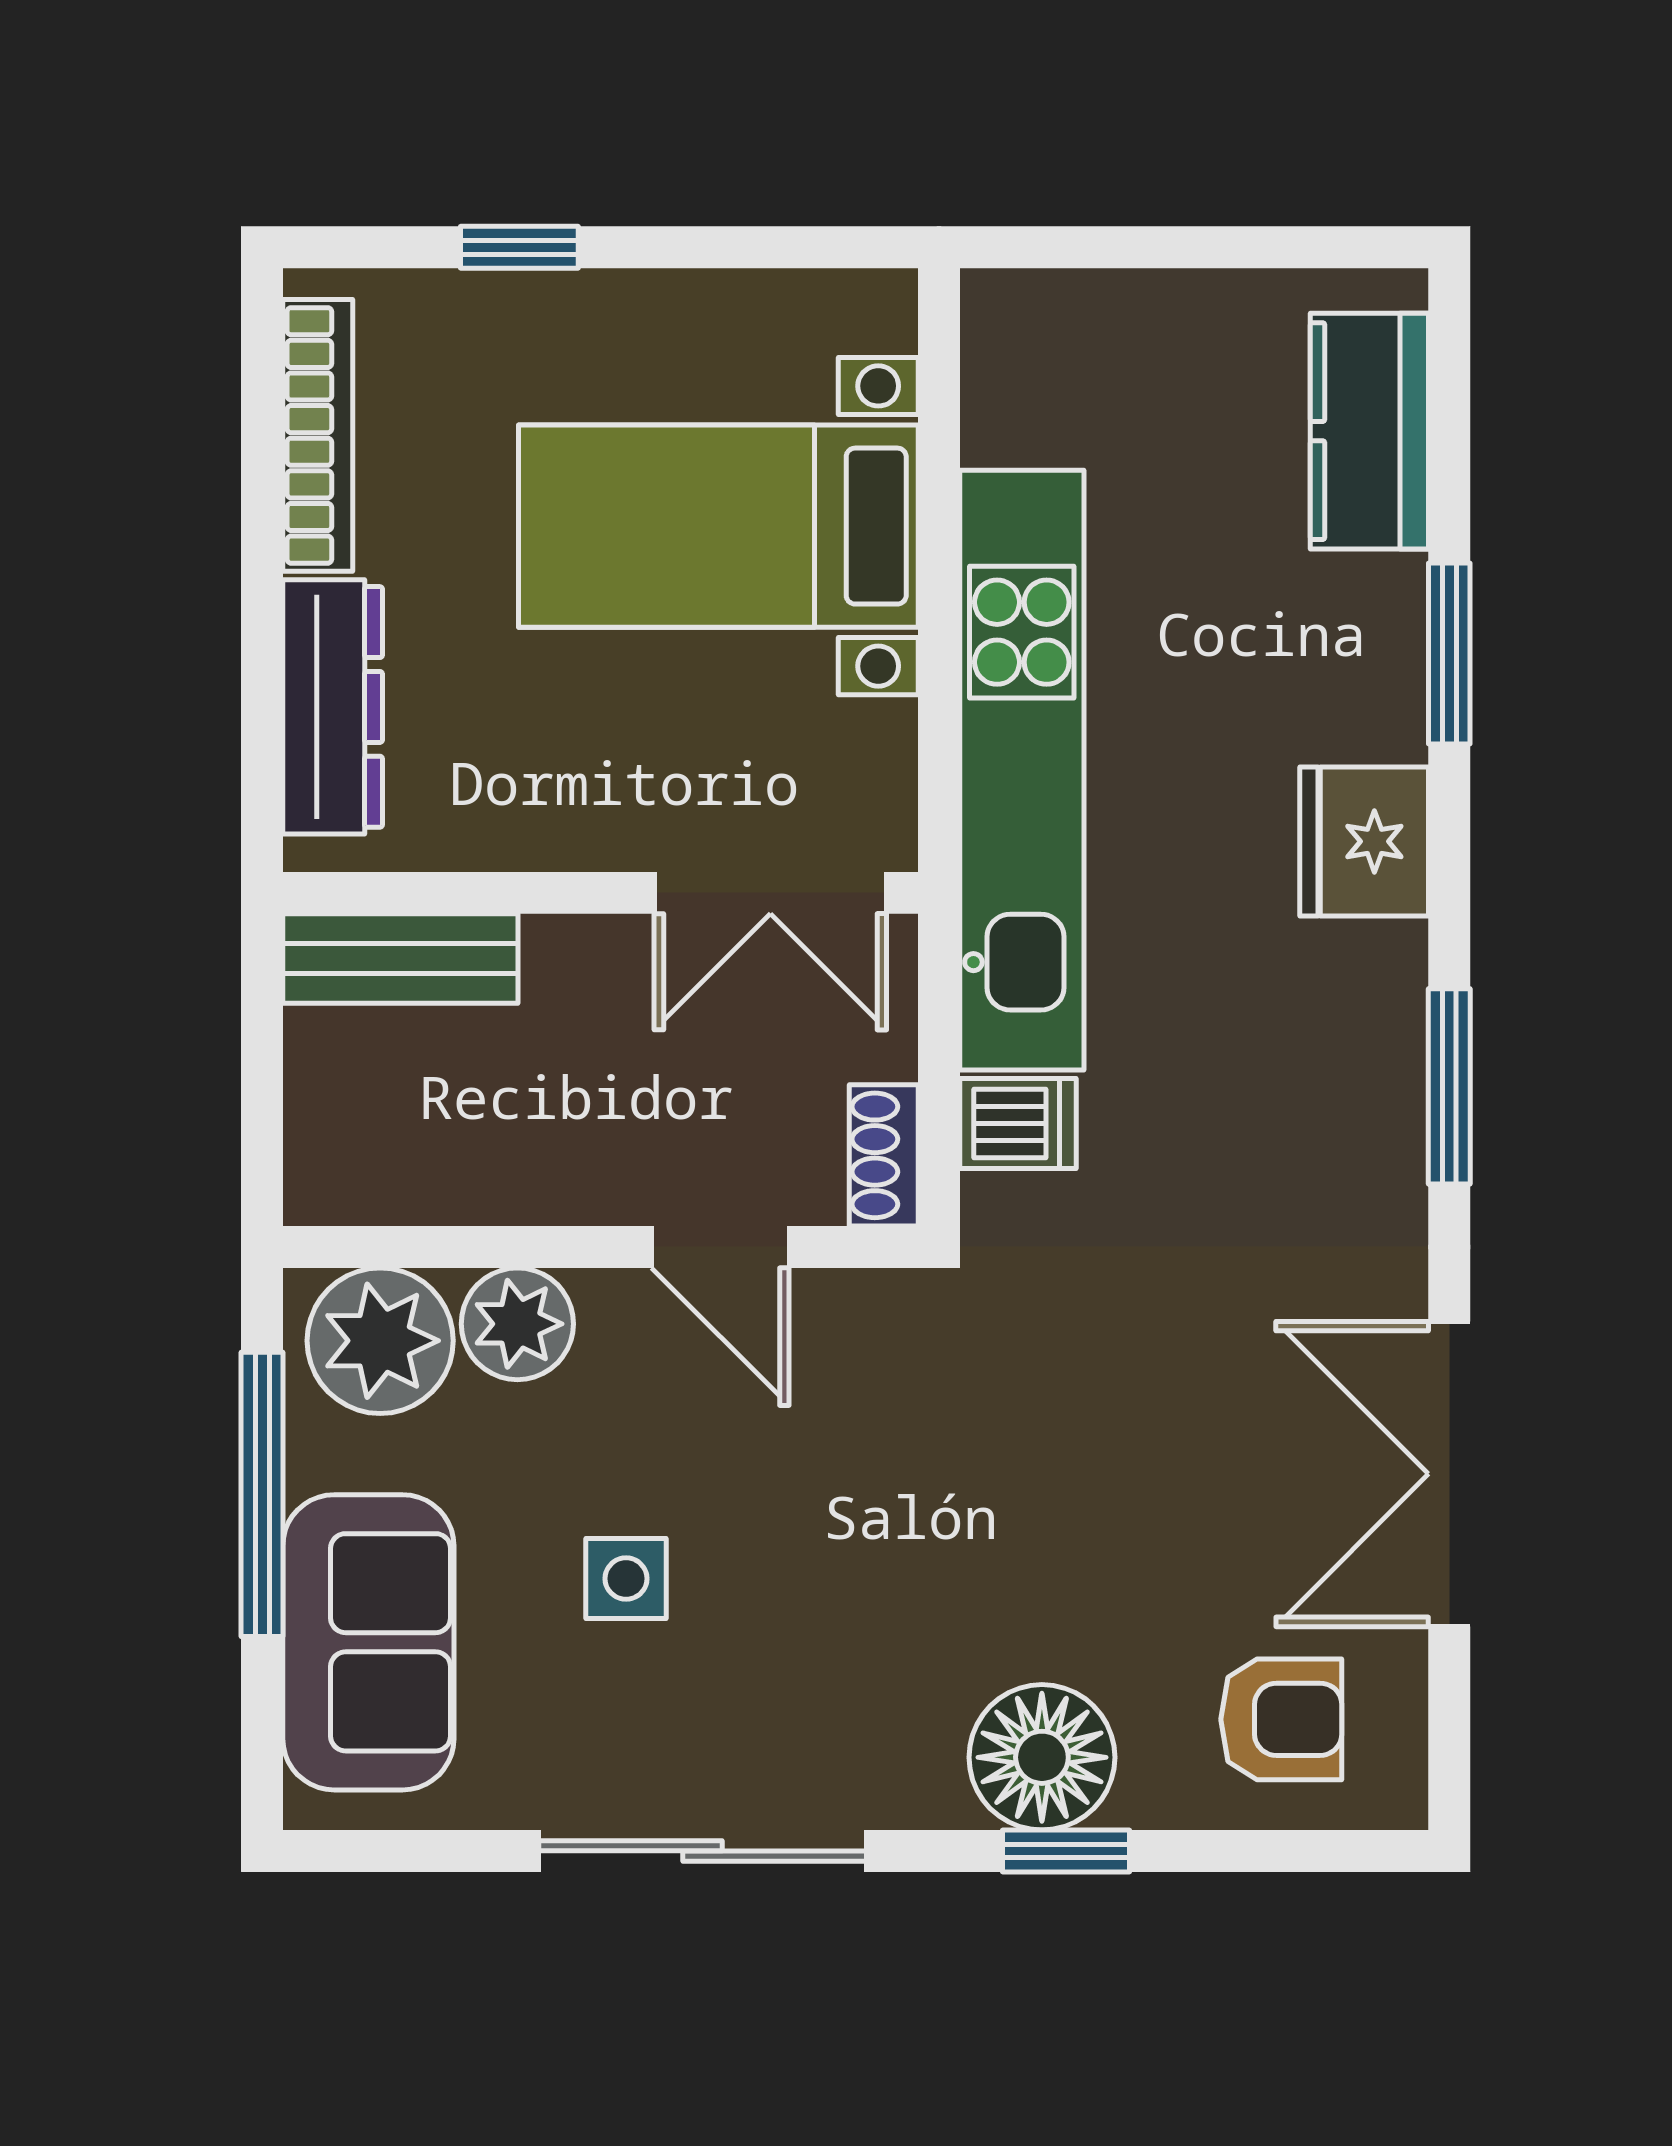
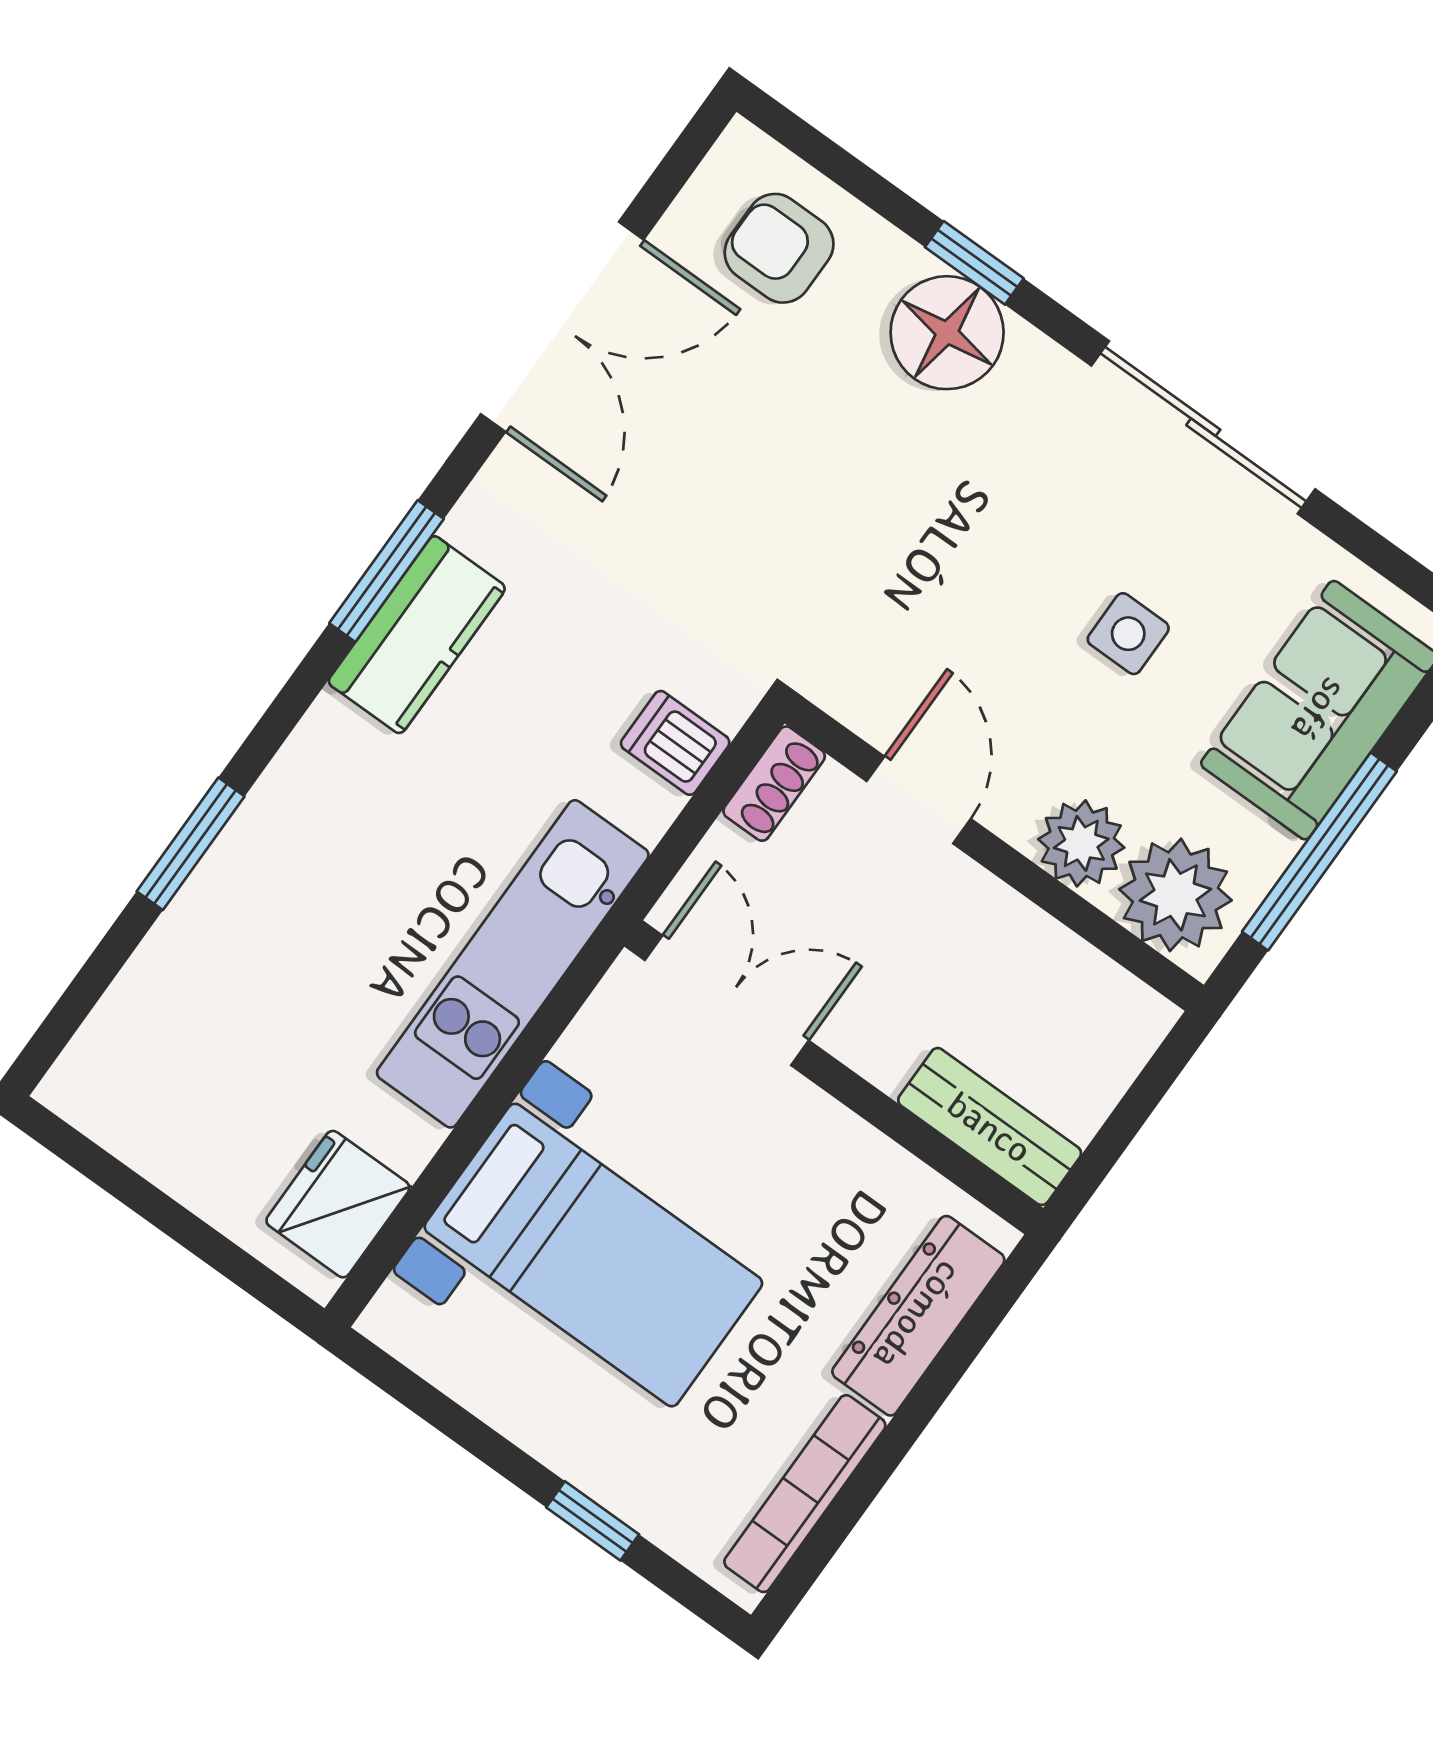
kitchen counter: (1369, 431) -> (417, 635), moved
kitchen unit: (1022, 770) -> (513, 964), width x0.73
fridge: (1364, 841) -> (338, 1204), moved, turned 180

